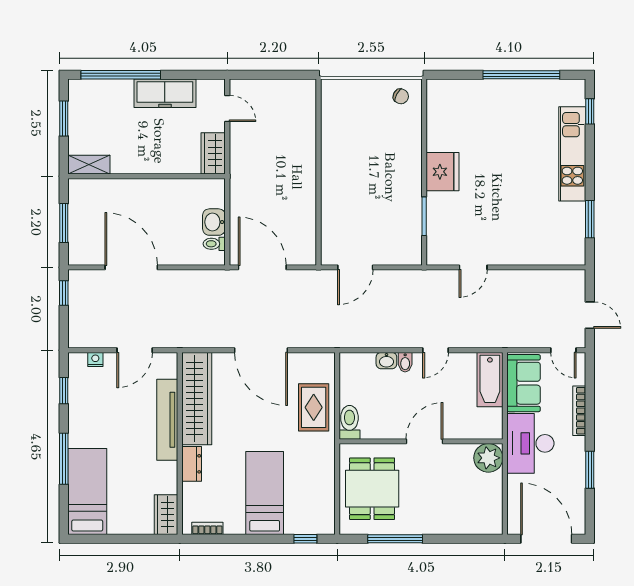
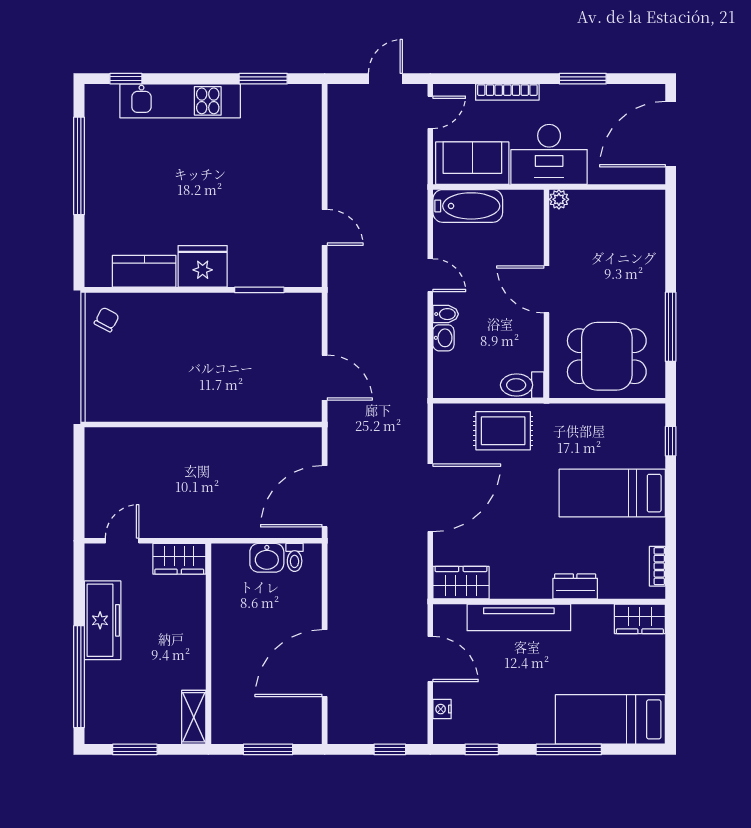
kitchen counter: (439, 126) -> (144, 271), added
window: (64, 293) -> (390, 749), moved
wardrobe: (197, 399) -> (461, 583), width x0.48, depth x0.85
plant: (488, 458) -> (559, 199), width x0.53, depth x0.53

